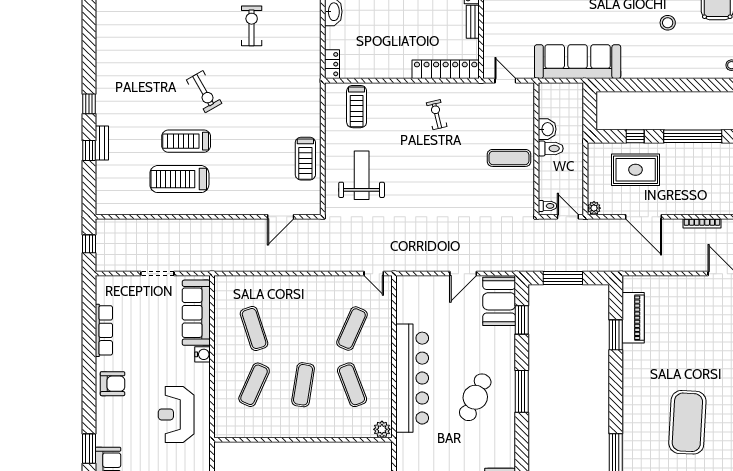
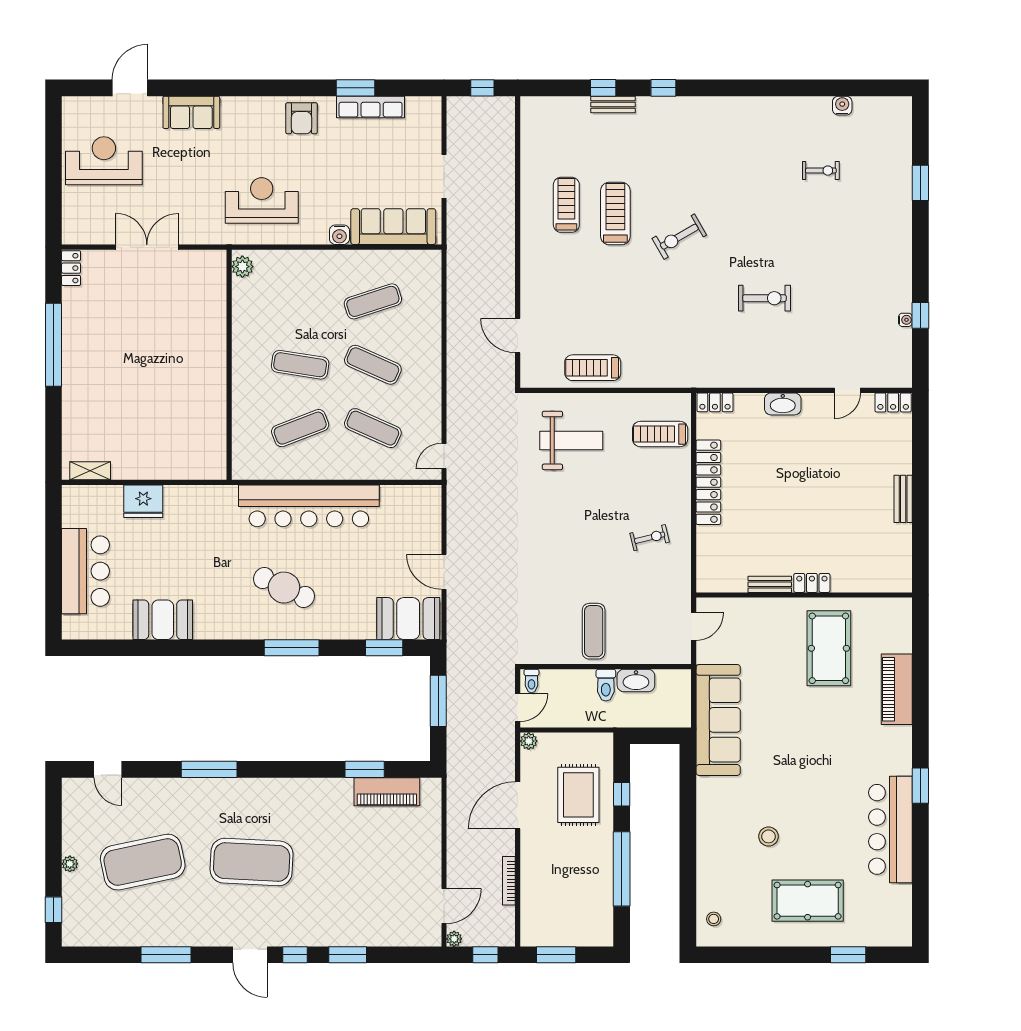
locker: (446, 69) -> (708, 482), moved
washbasin: (547, 129) -> (636, 681), width x1.38
treadmill: (179, 179) -> (566, 205), width x0.73, depth x0.73
exercise mat: (254, 385) -> (373, 365), moved
plant: (382, 429) -> (242, 267), moved
window: (89, 449) -> (355, 88), moved

